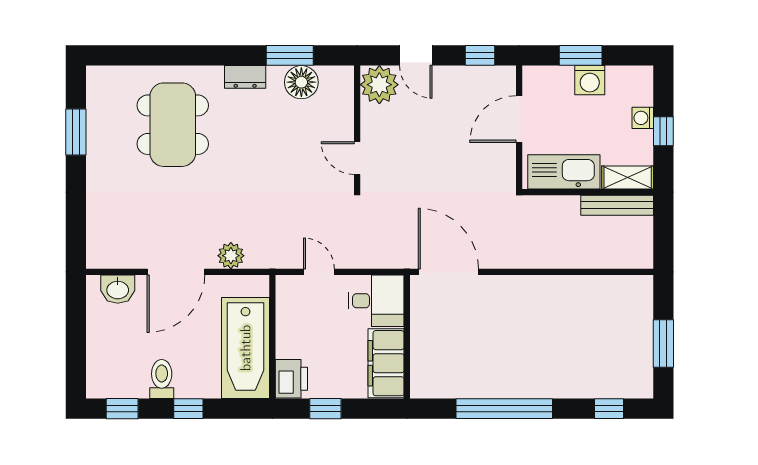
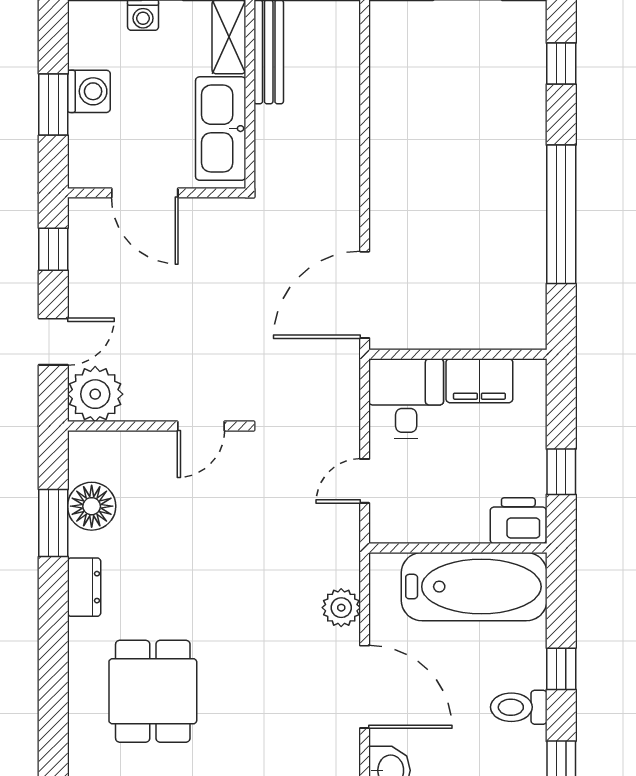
dining table: (173, 125) -> (153, 691), width x0.73
filing cabinet: (386, 363) -> (479, 381), width x0.67, depth x0.86

